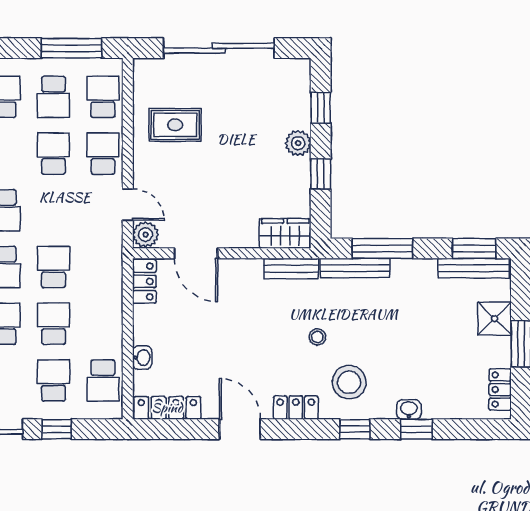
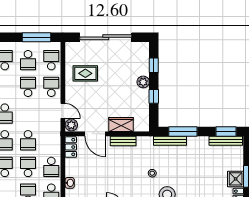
wardrobe: (285, 234) -> (121, 124), moved
school desk: (53, 267) -> (28, 140), turned 180
bench: (291, 269) -> (123, 141), moved
shower: (494, 319) -> (236, 179), moved
school desk: (103, 324) -> (51, 167), added

